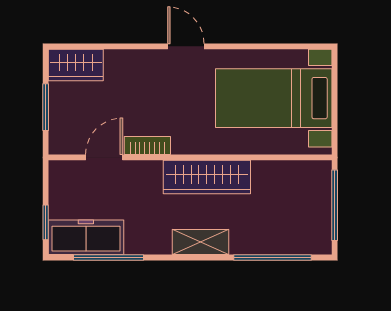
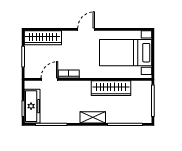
door: (186, 46) -> (86, 29), hinge flipped
wardrobe: (76, 65) -> (43, 38), width x1.50
wardrobe: (207, 177) -> (111, 88), moved
freezer: (86, 237) -> (32, 106), moved, turned 90

